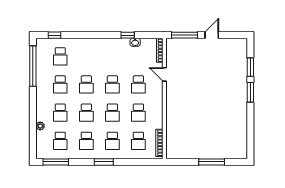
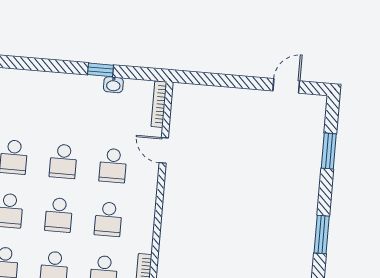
window: (185, 35) -> (209, 79), removed
door: (212, 35) -> (286, 86), moved
window: (250, 92) -> (322, 234), moved

